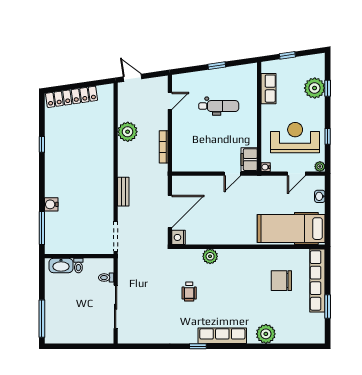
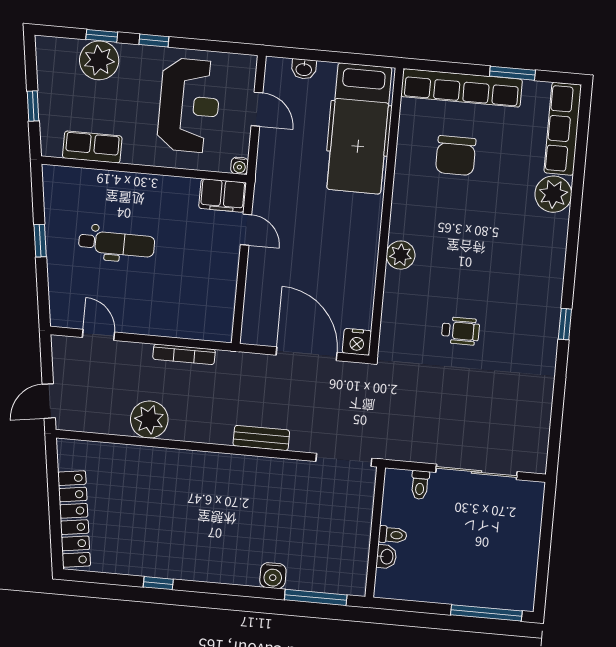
dental chair: (219, 106) -> (117, 244), turned 90
window: (328, 136) -> (154, 41), moved
reception desk: (295, 138) -> (189, 105), turned 180
plant: (320, 166) -> (248, 64), removed
plant: (210, 256) -> (401, 255), moved
washbasin: (61, 265) -> (386, 557), width x0.52, depth x0.69
row of seats: (222, 336) -> (563, 129), moved

